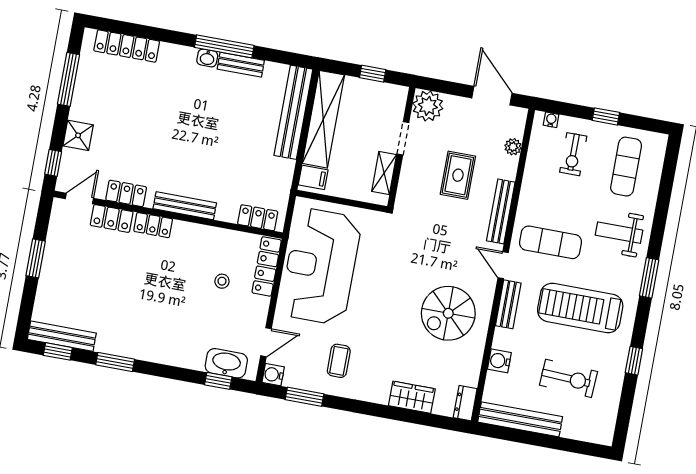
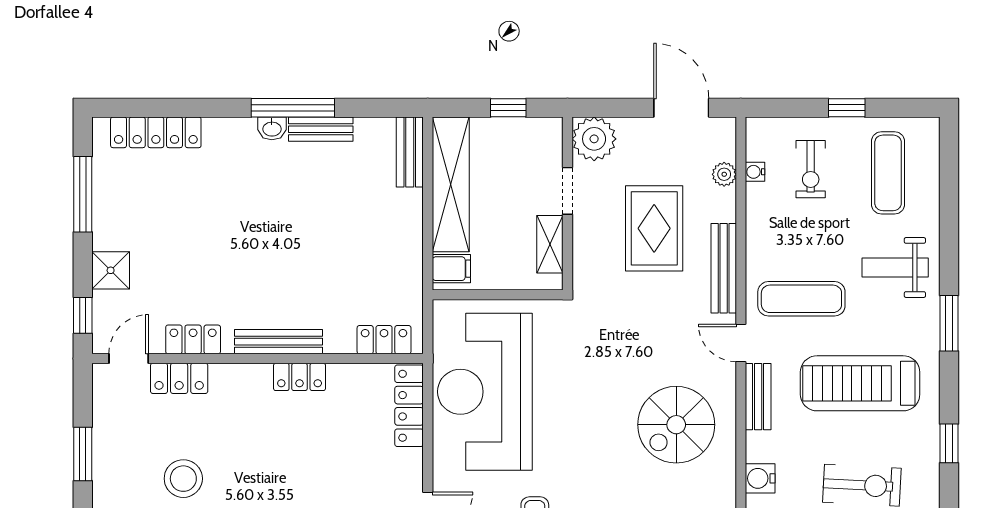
bench: (293, 112) -> (410, 152), width x0.54, depth x0.82
water cooler: (551, 120) -> (755, 172), moved, turned -90
rug: (458, 175) -> (654, 228), width x1.36, depth x1.43
locker: (153, 225) -> (300, 377), moved
stool: (222, 281) -> (183, 479), moved, width x1.89, depth x1.89

